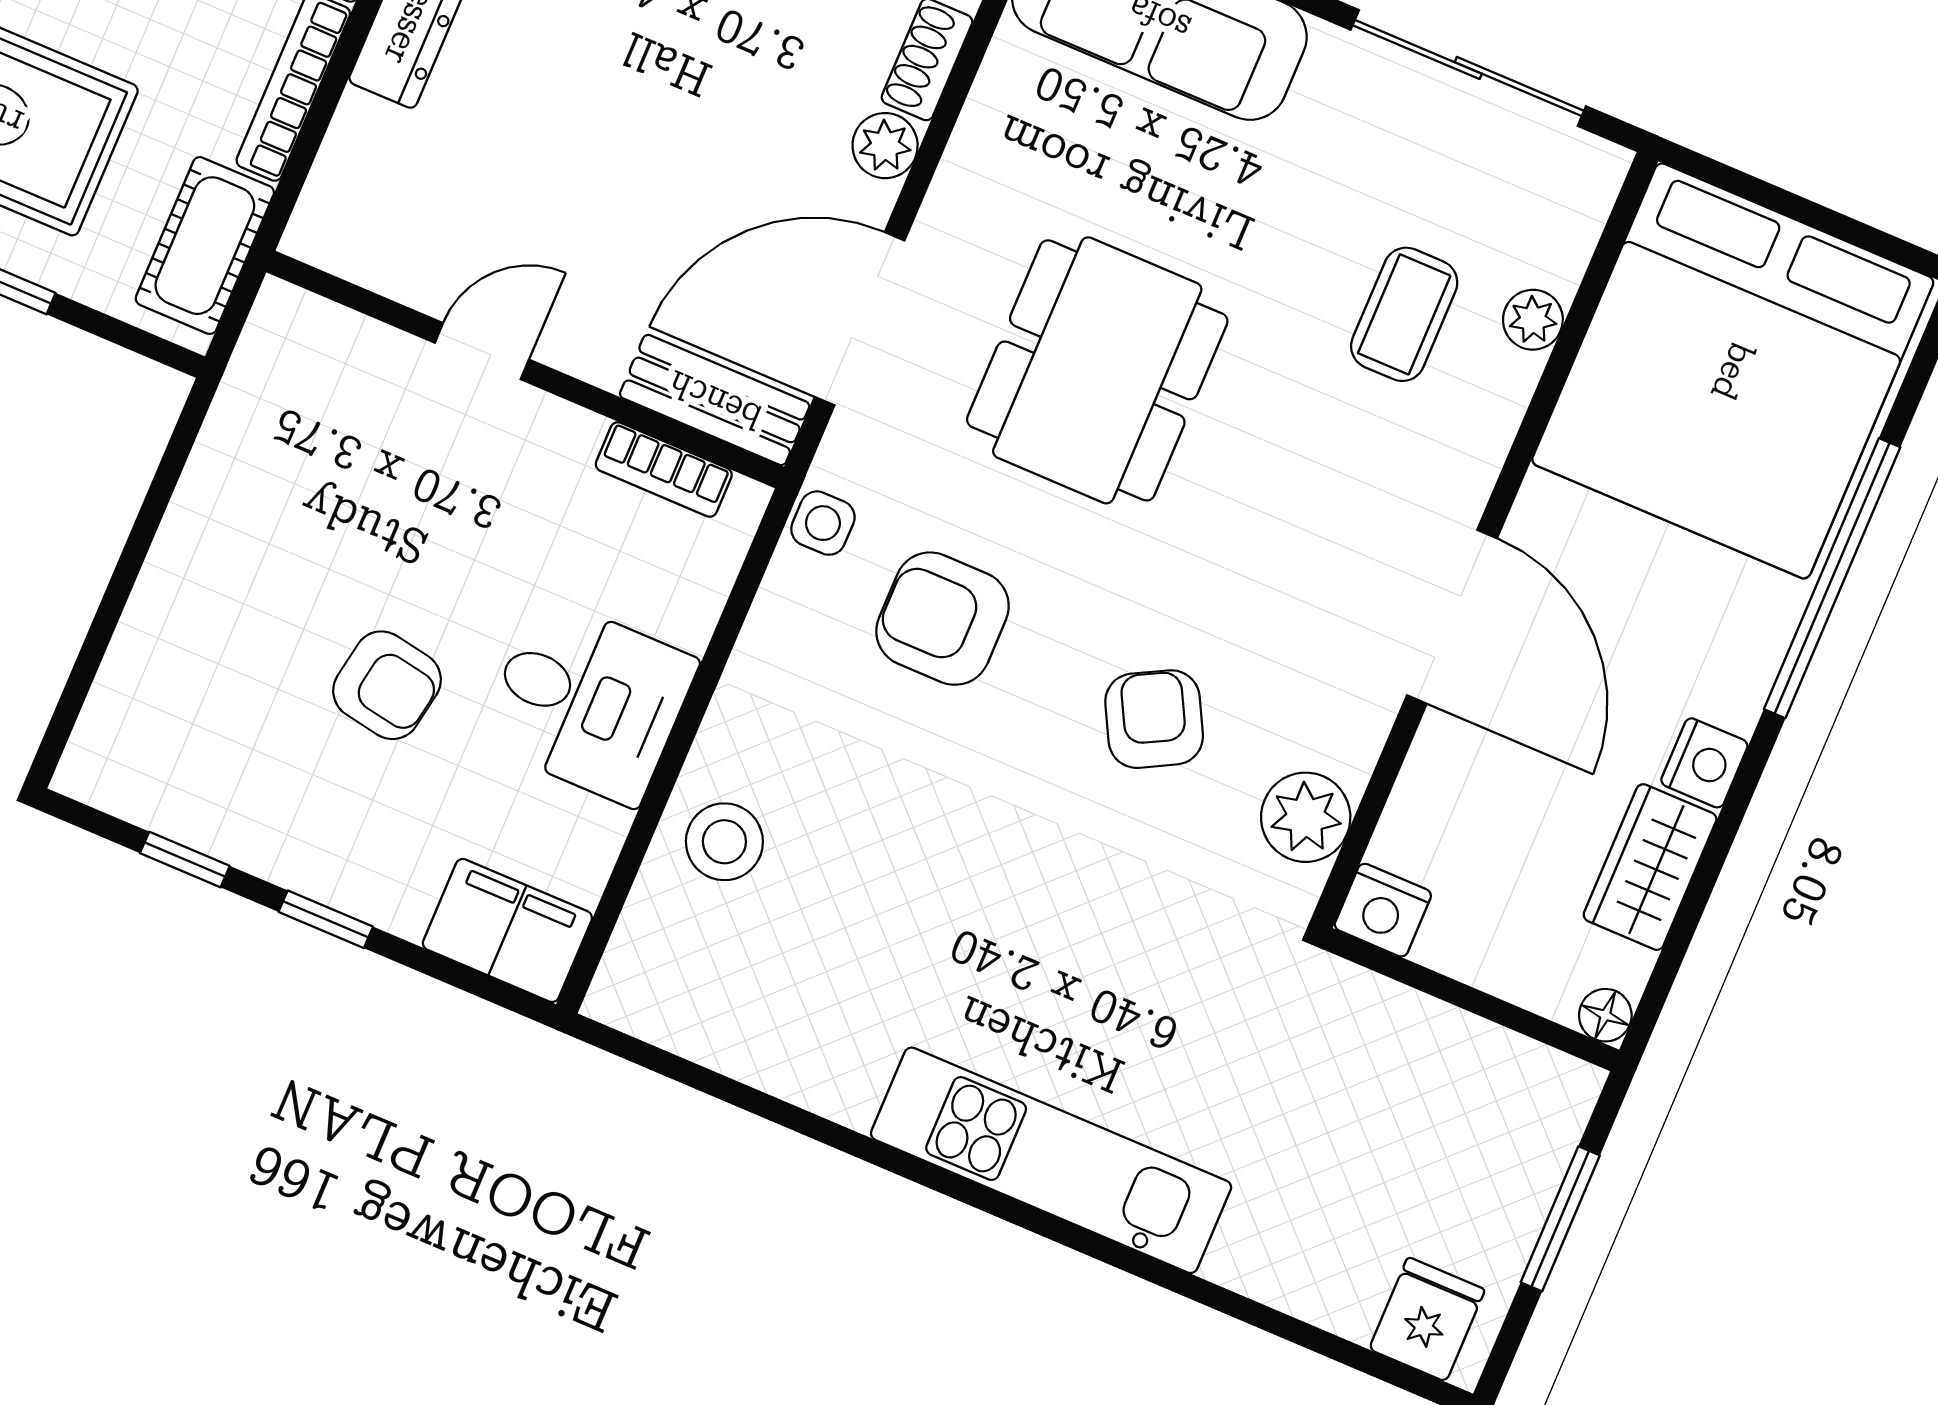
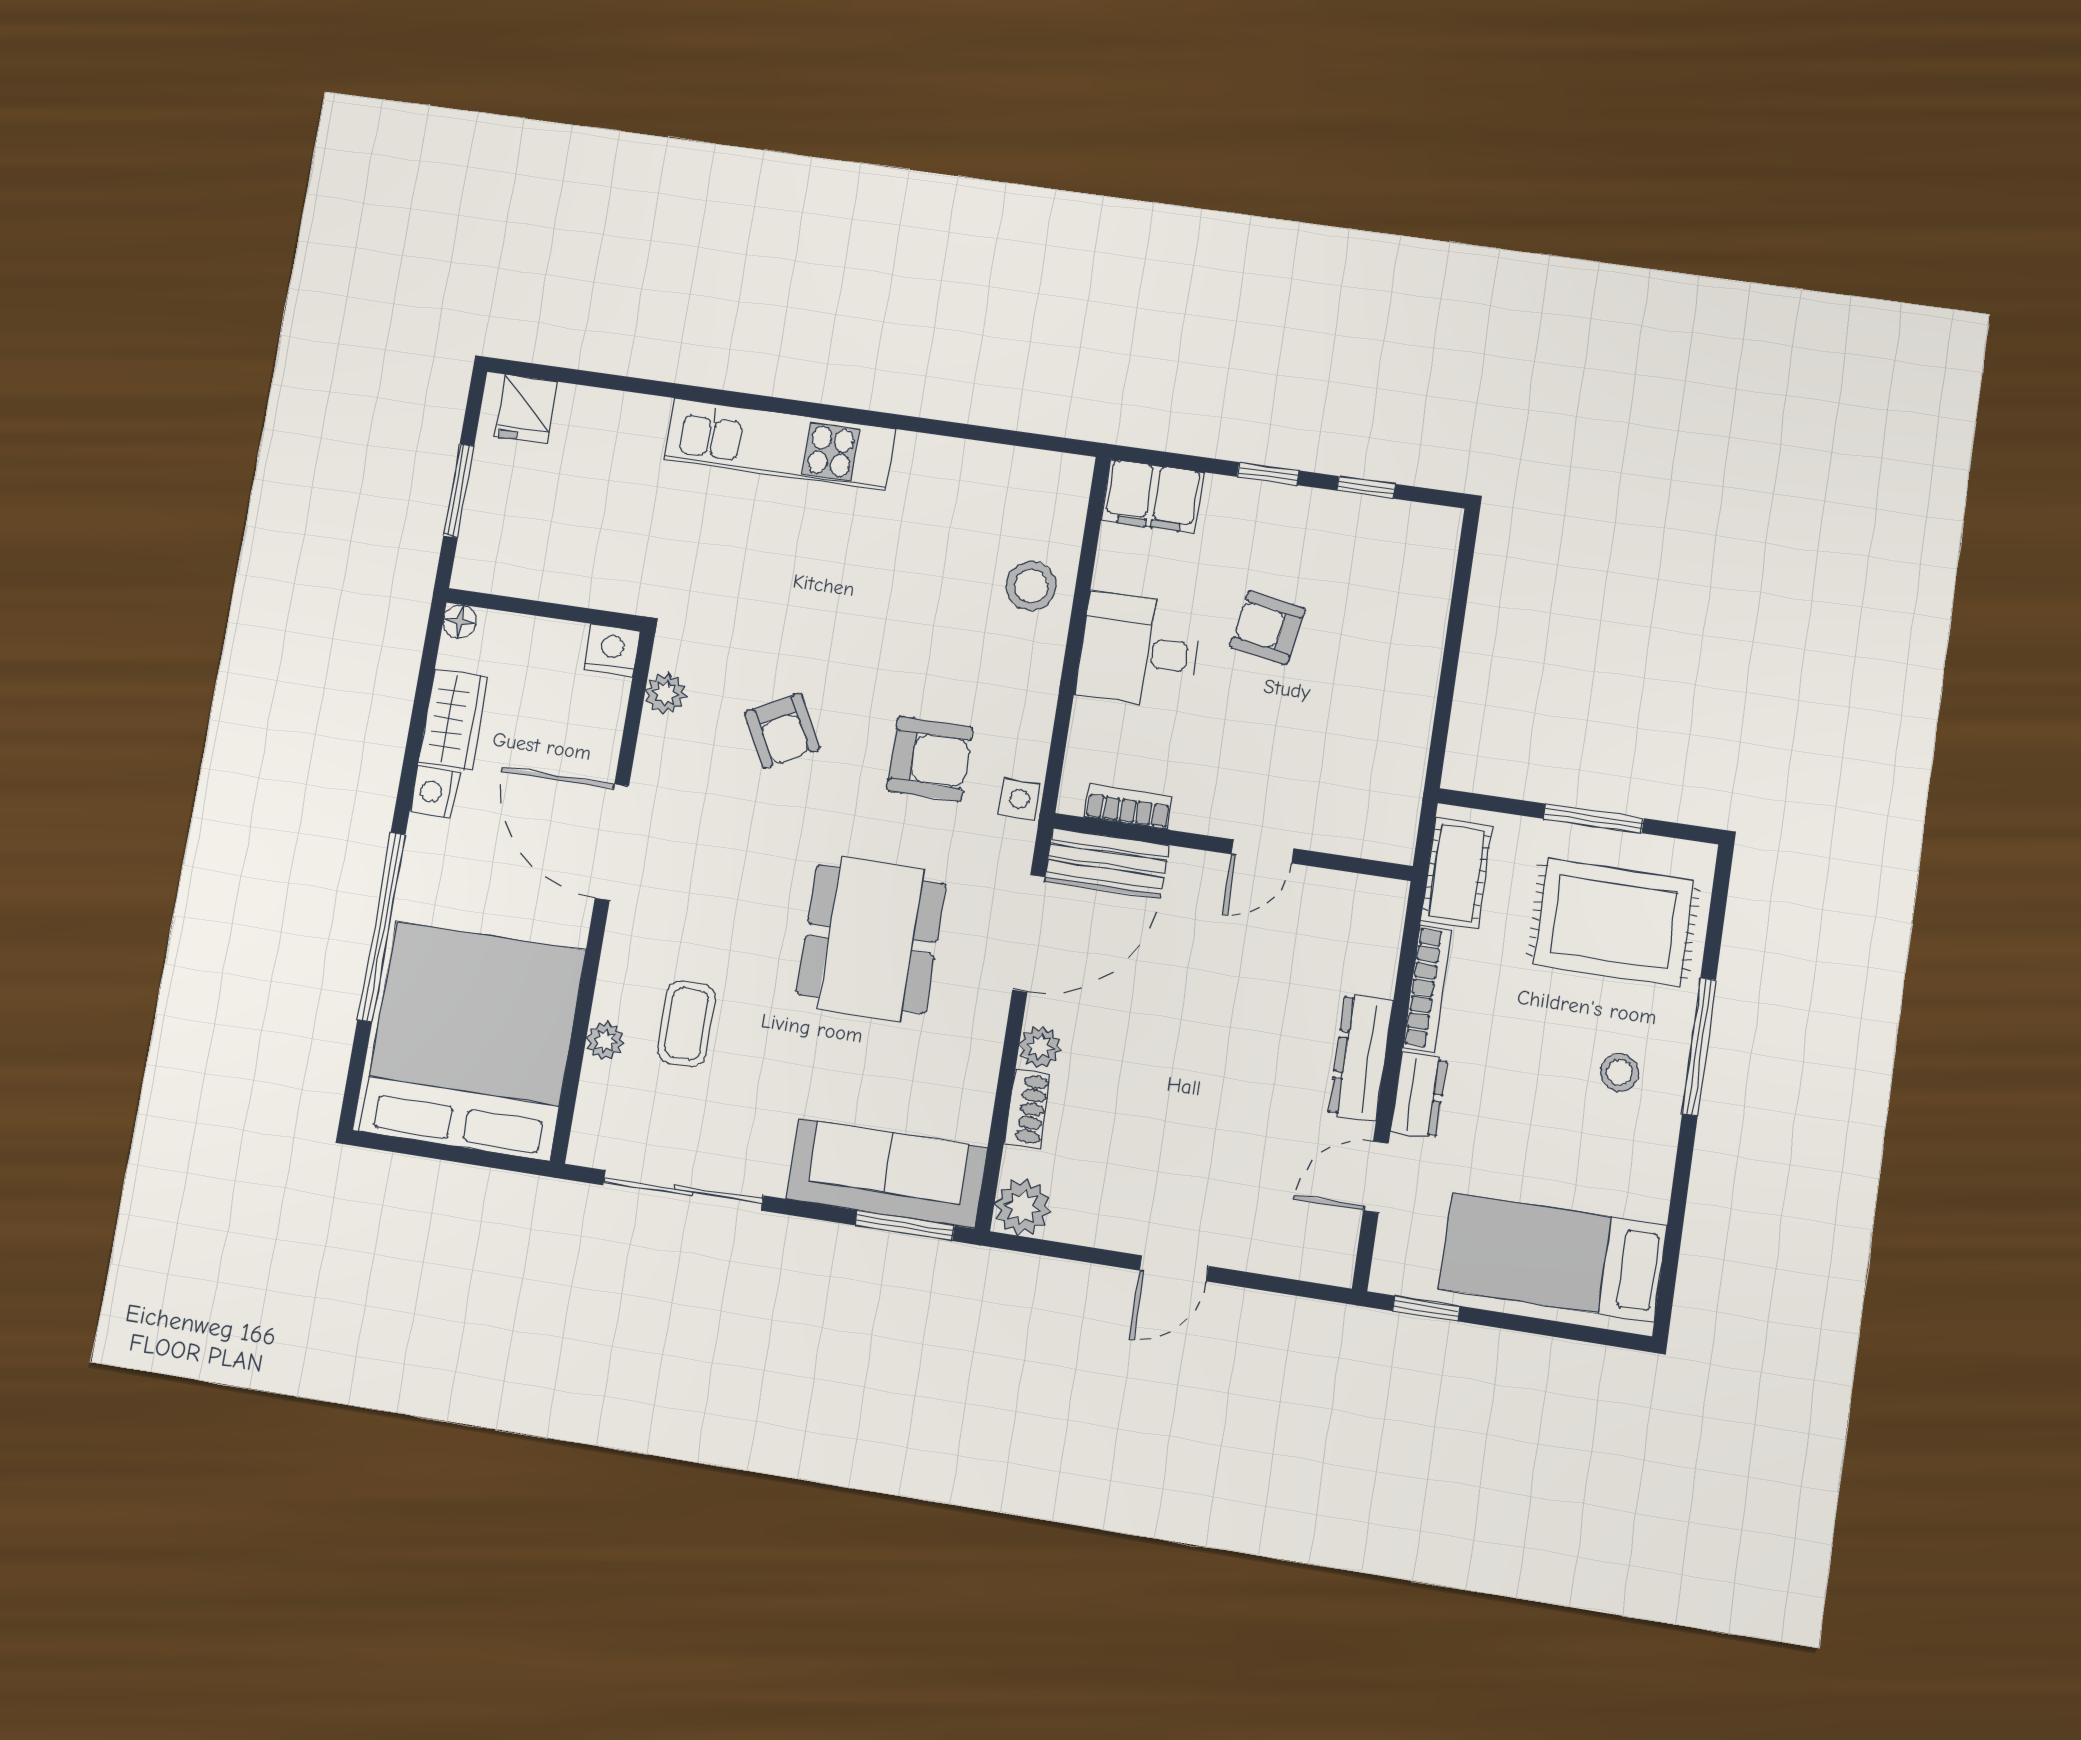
plant: (1306, 817) -> (666, 693), width x0.73, depth x0.73

